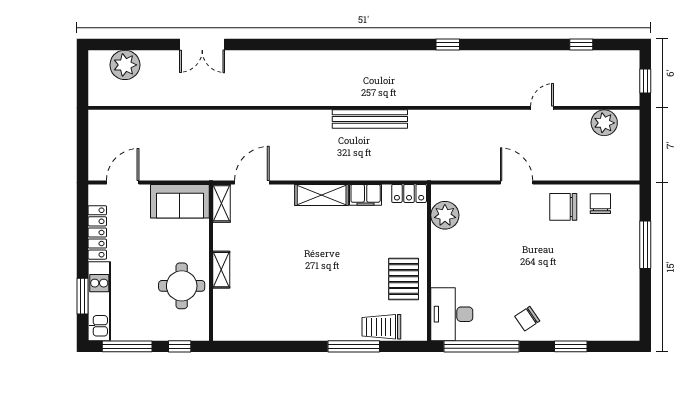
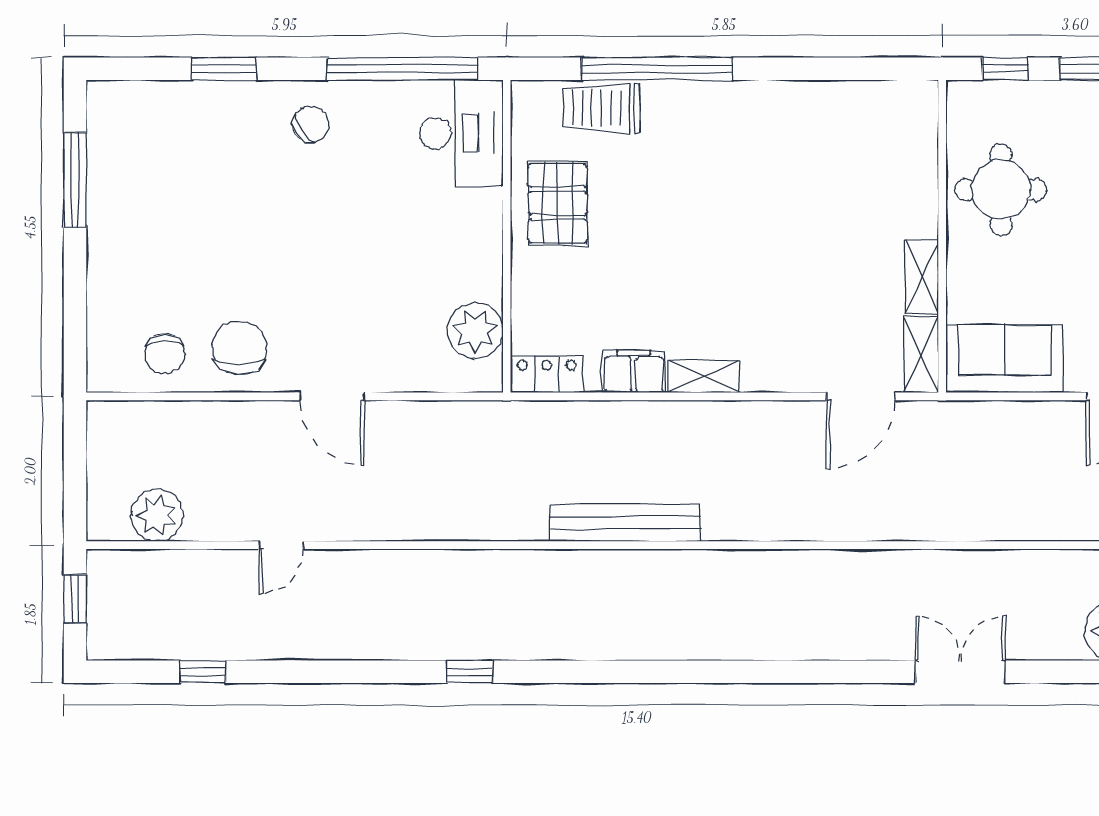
shelving: (322, 195) -> (704, 377), width x0.67, depth x0.75
chair: (563, 207) -> (239, 348), turned -90
window: (645, 245) -> (75, 180), moved
shelving: (221, 270) -> (922, 277), moved
trolley: (381, 327) -> (602, 108), turned 180
window: (354, 346) -> (657, 69), width x1.46

